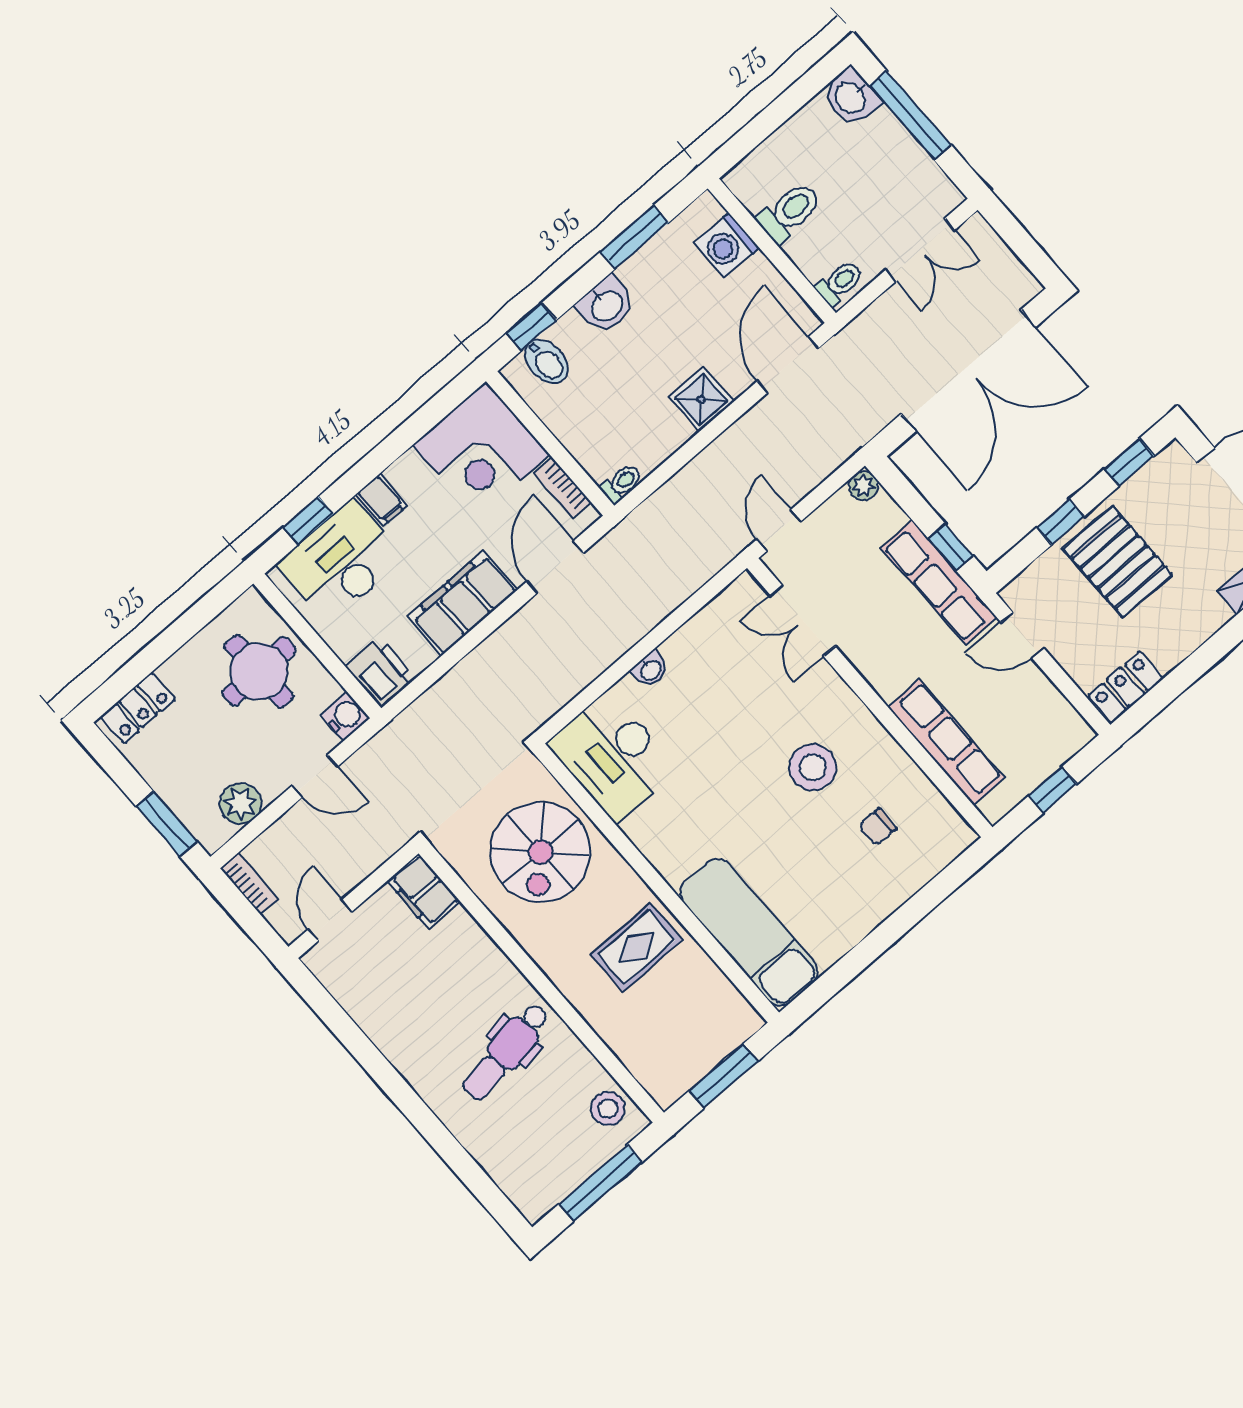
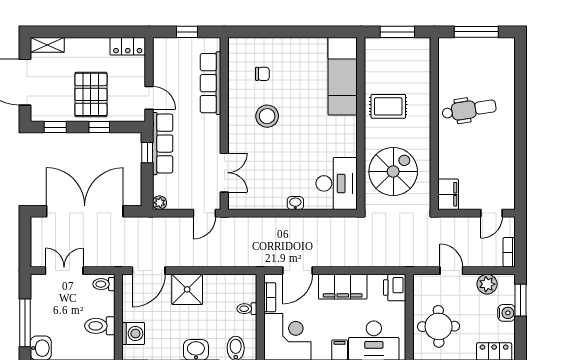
shower: (701, 399) -> (187, 289), width x1.36, depth x1.36
toilet: (621, 483) -> (247, 309), moved
water cooler: (345, 716) -> (507, 313), moved, turned 180
stool: (608, 1109) -> (450, 57), removed

